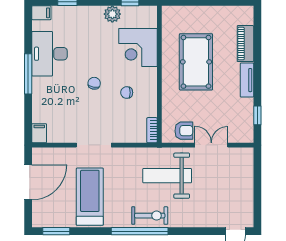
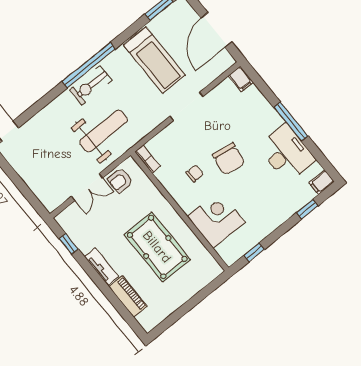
plant: (112, 14) -> (261, 230), removed
chair: (94, 83) -> (229, 159), width x1.87, depth x1.87

